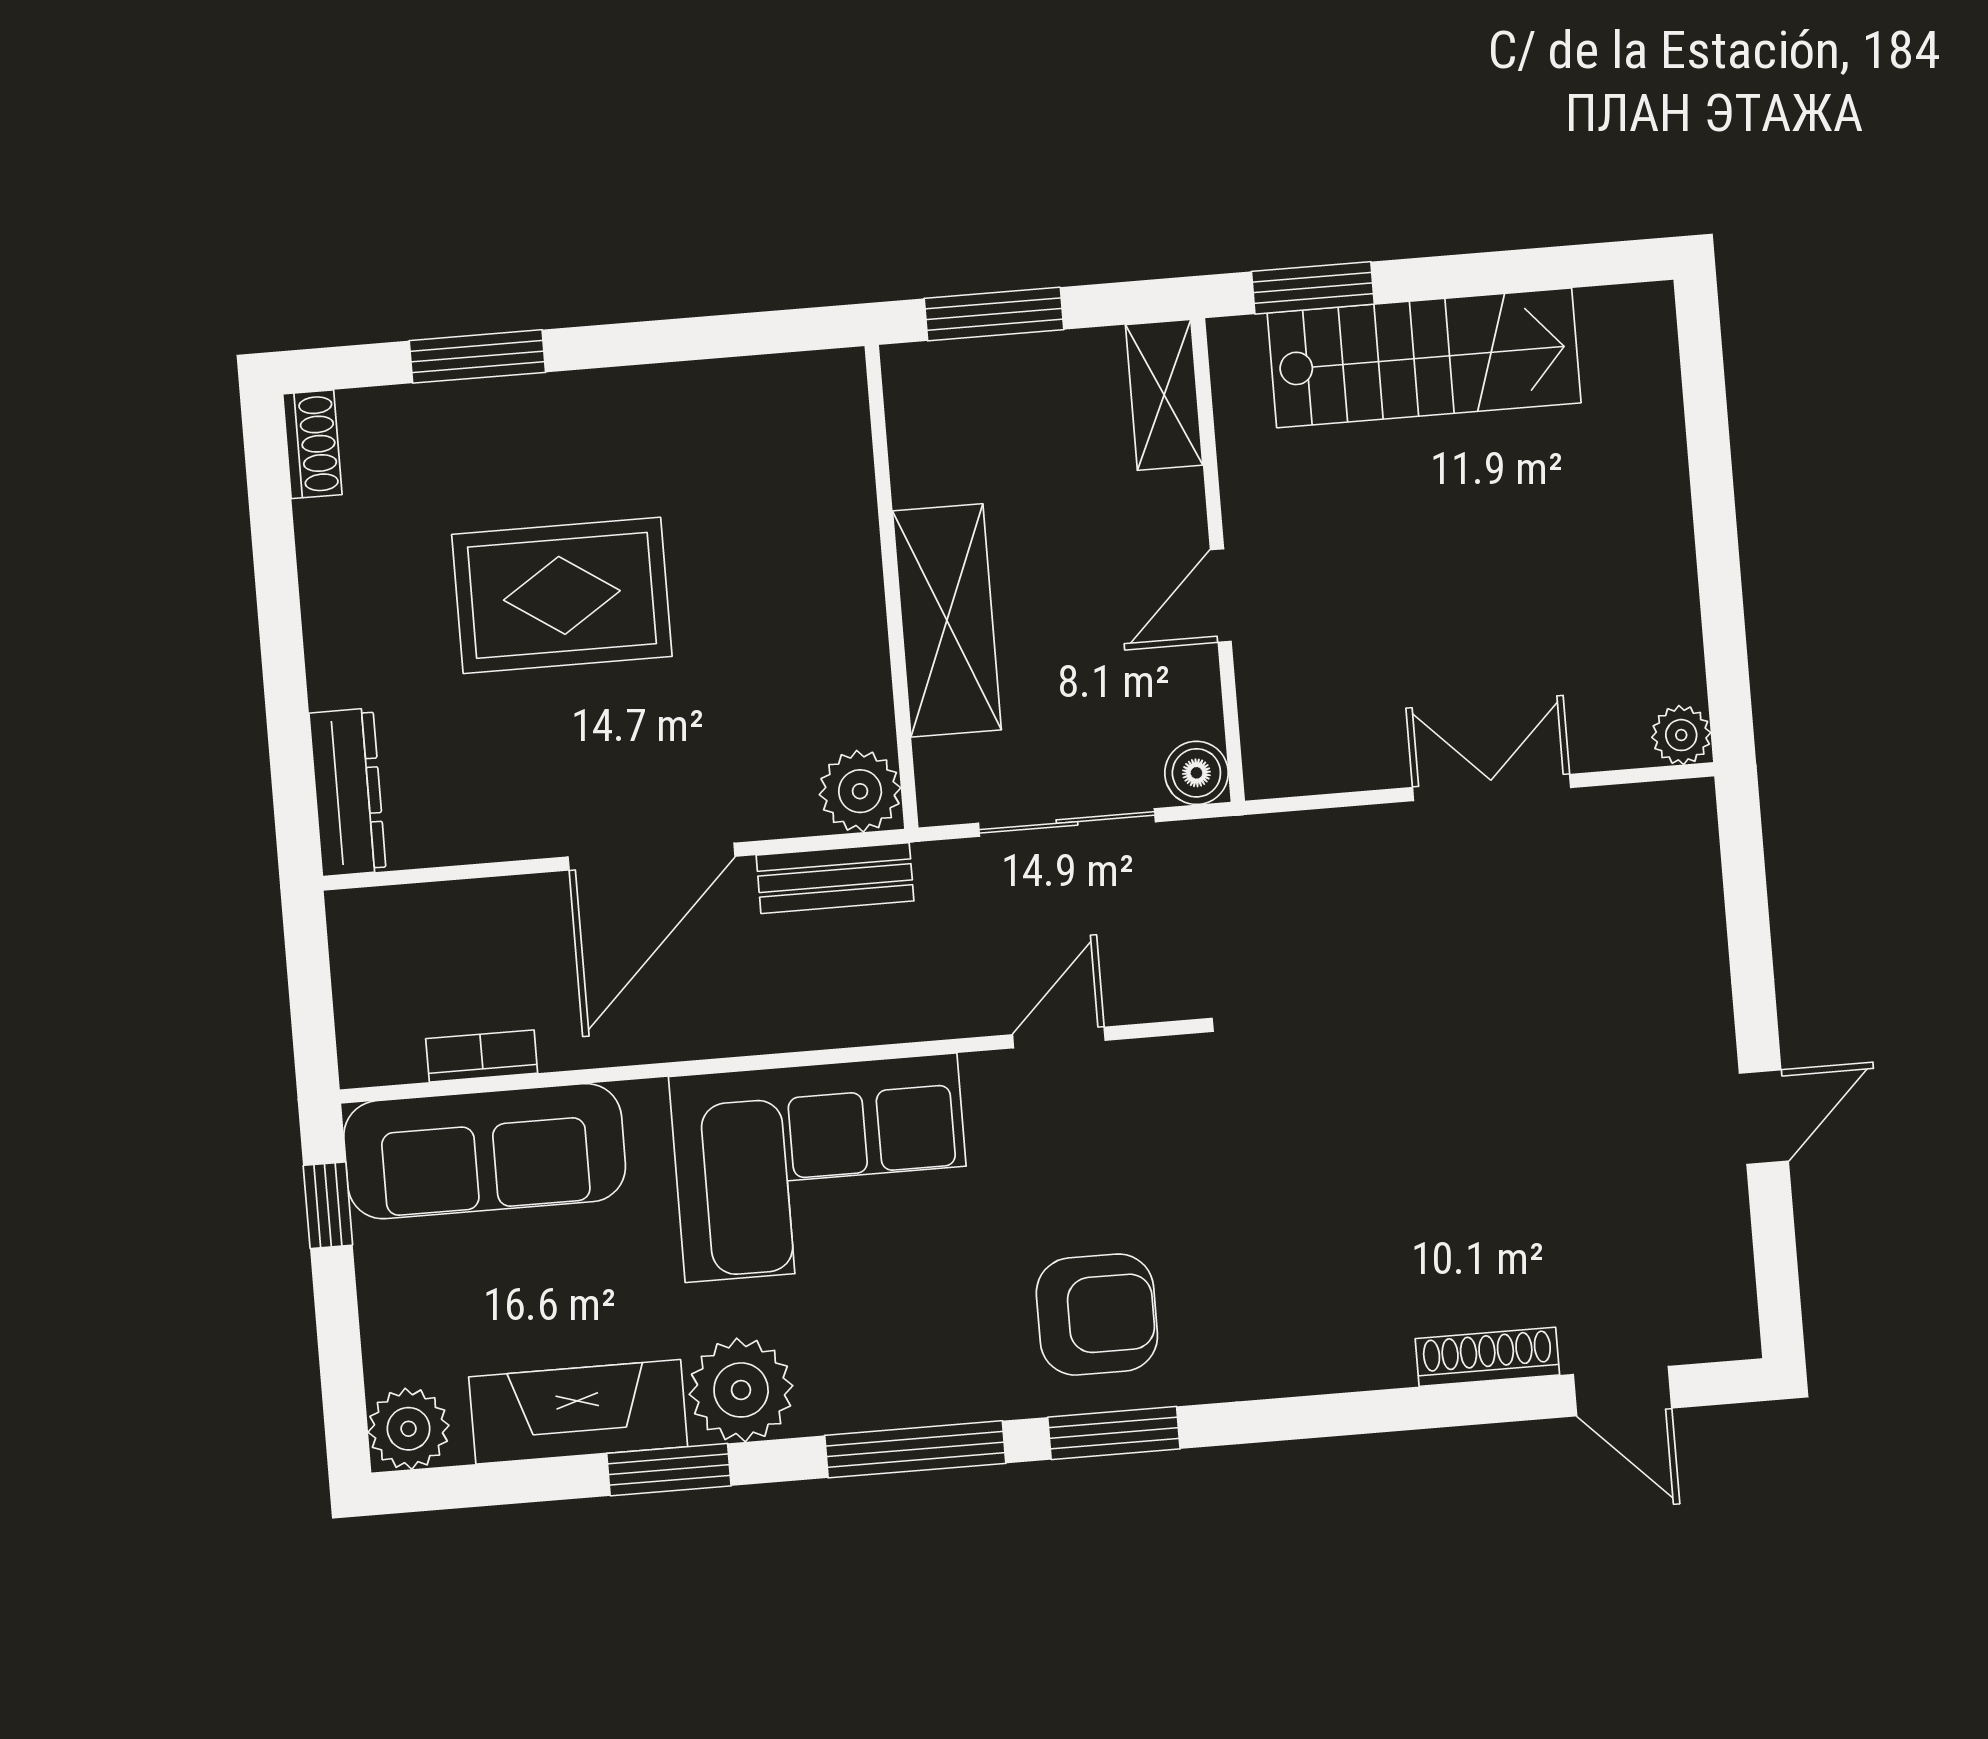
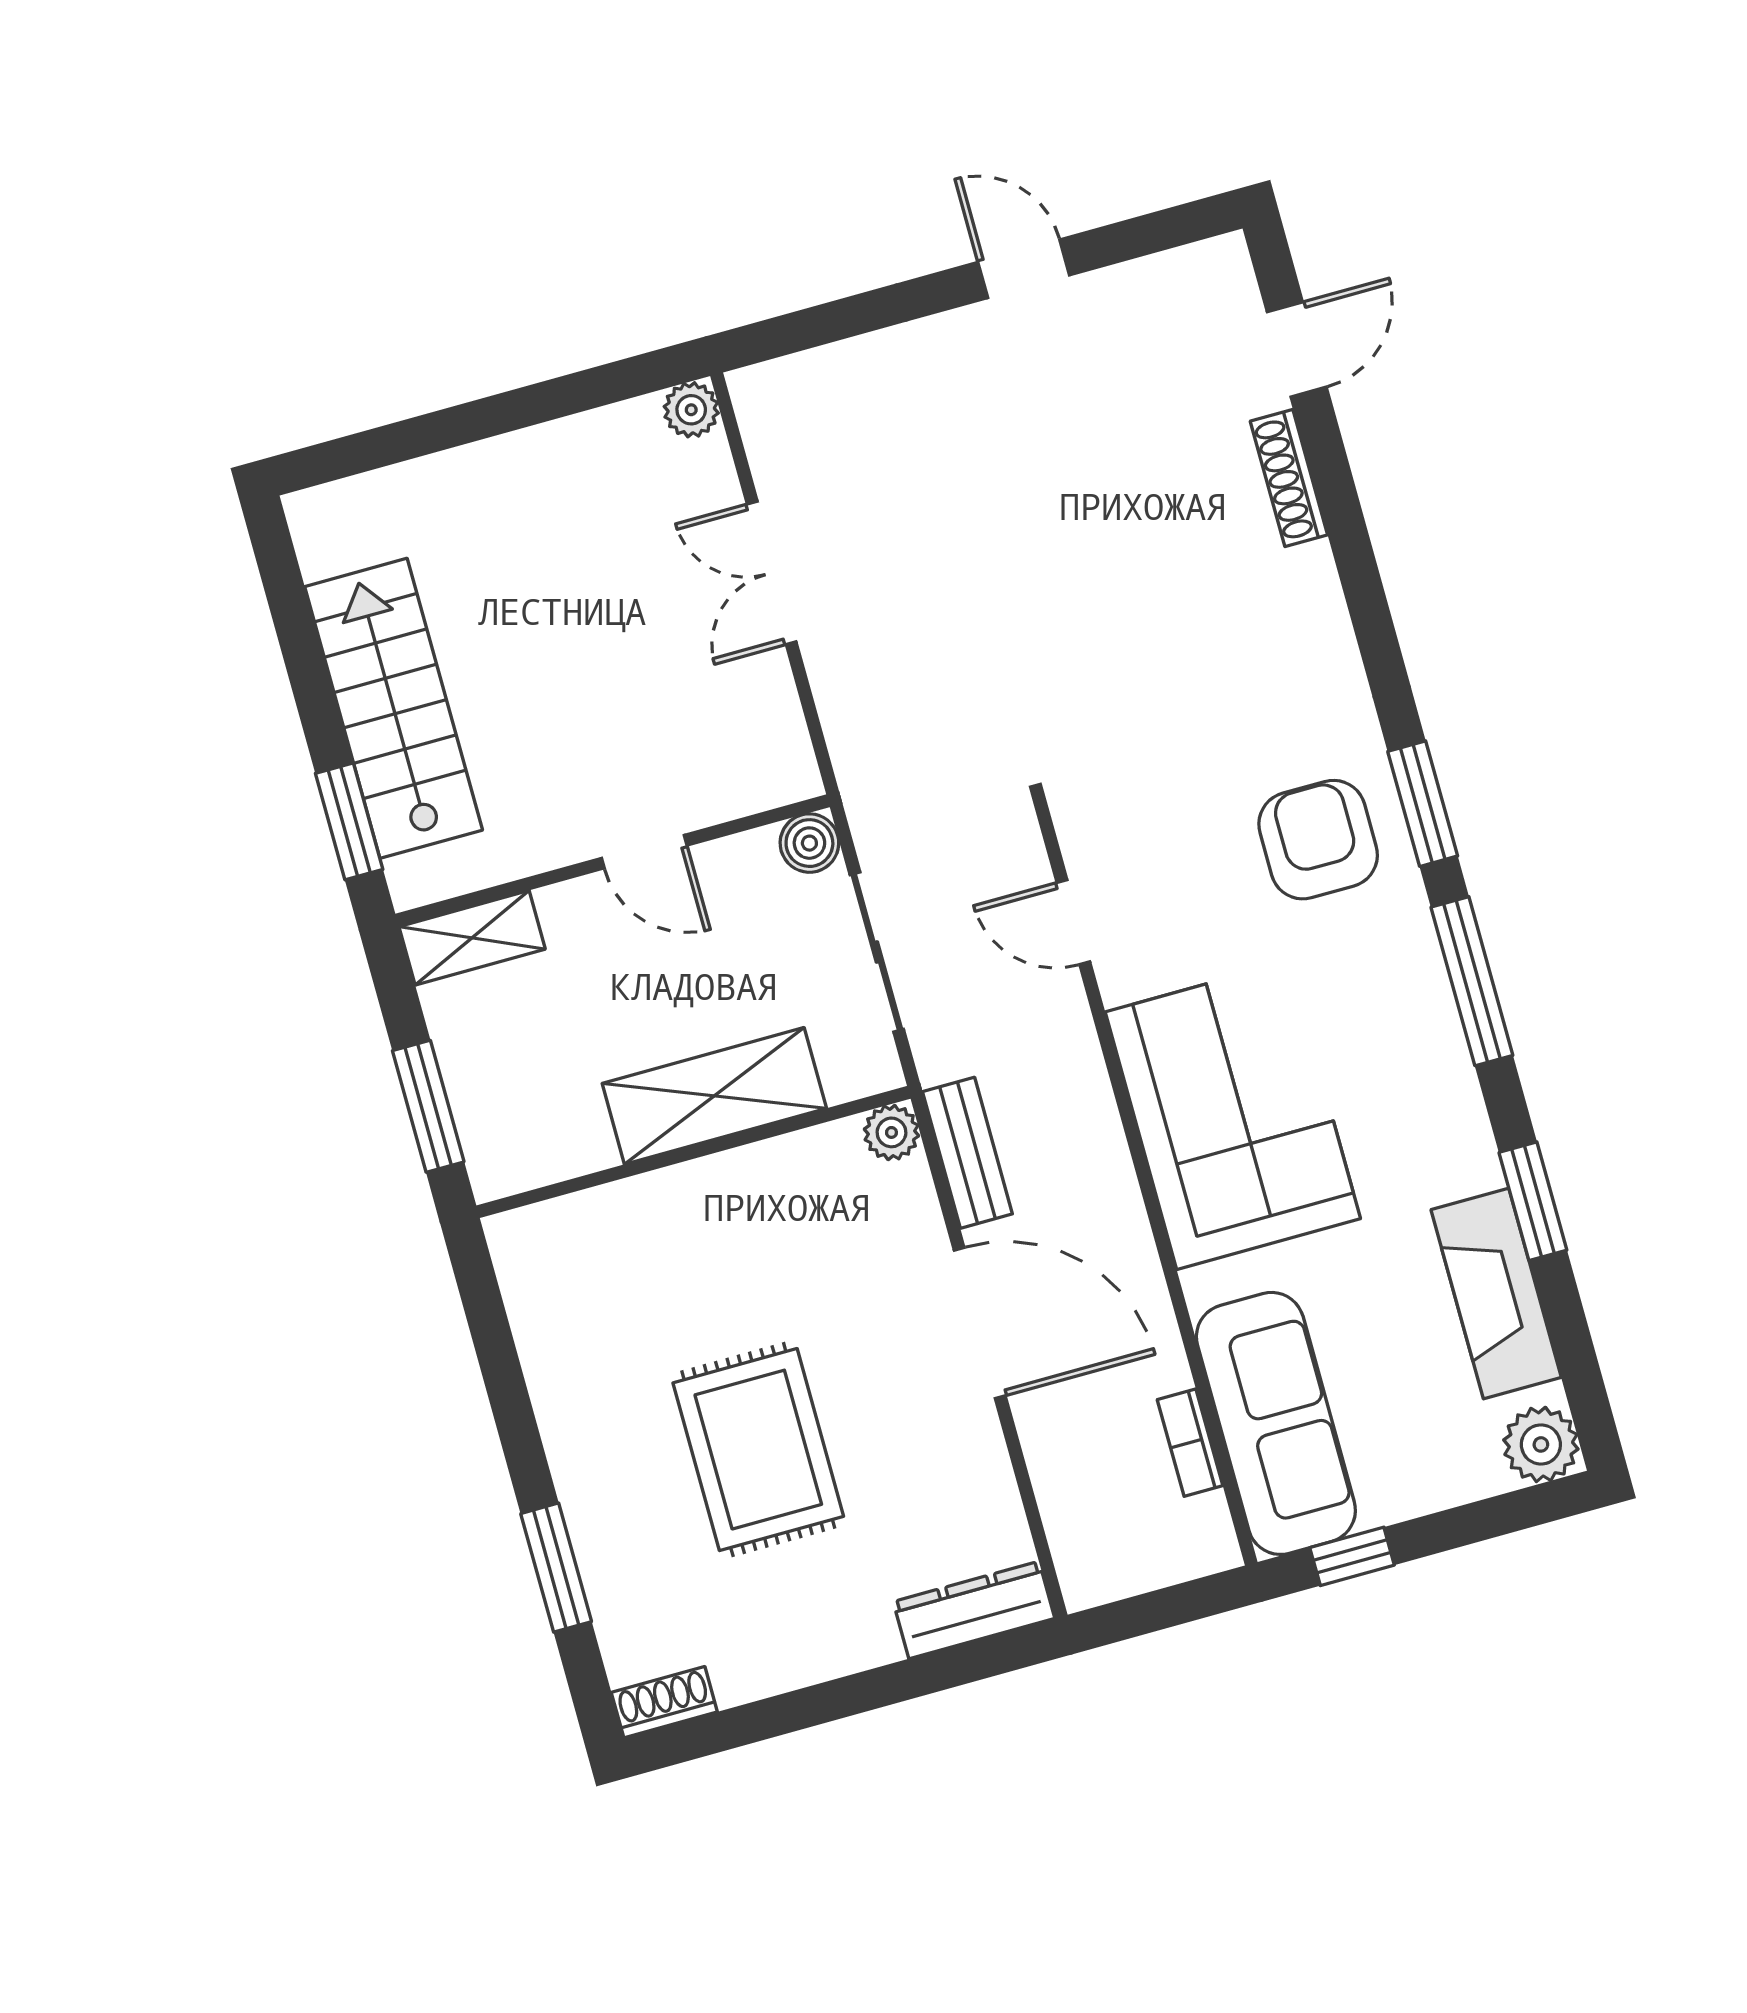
plant: (860, 791) -> (891, 1132), width x0.73, depth x0.73
plant: (741, 1390) -> (1448, 1150), removed

